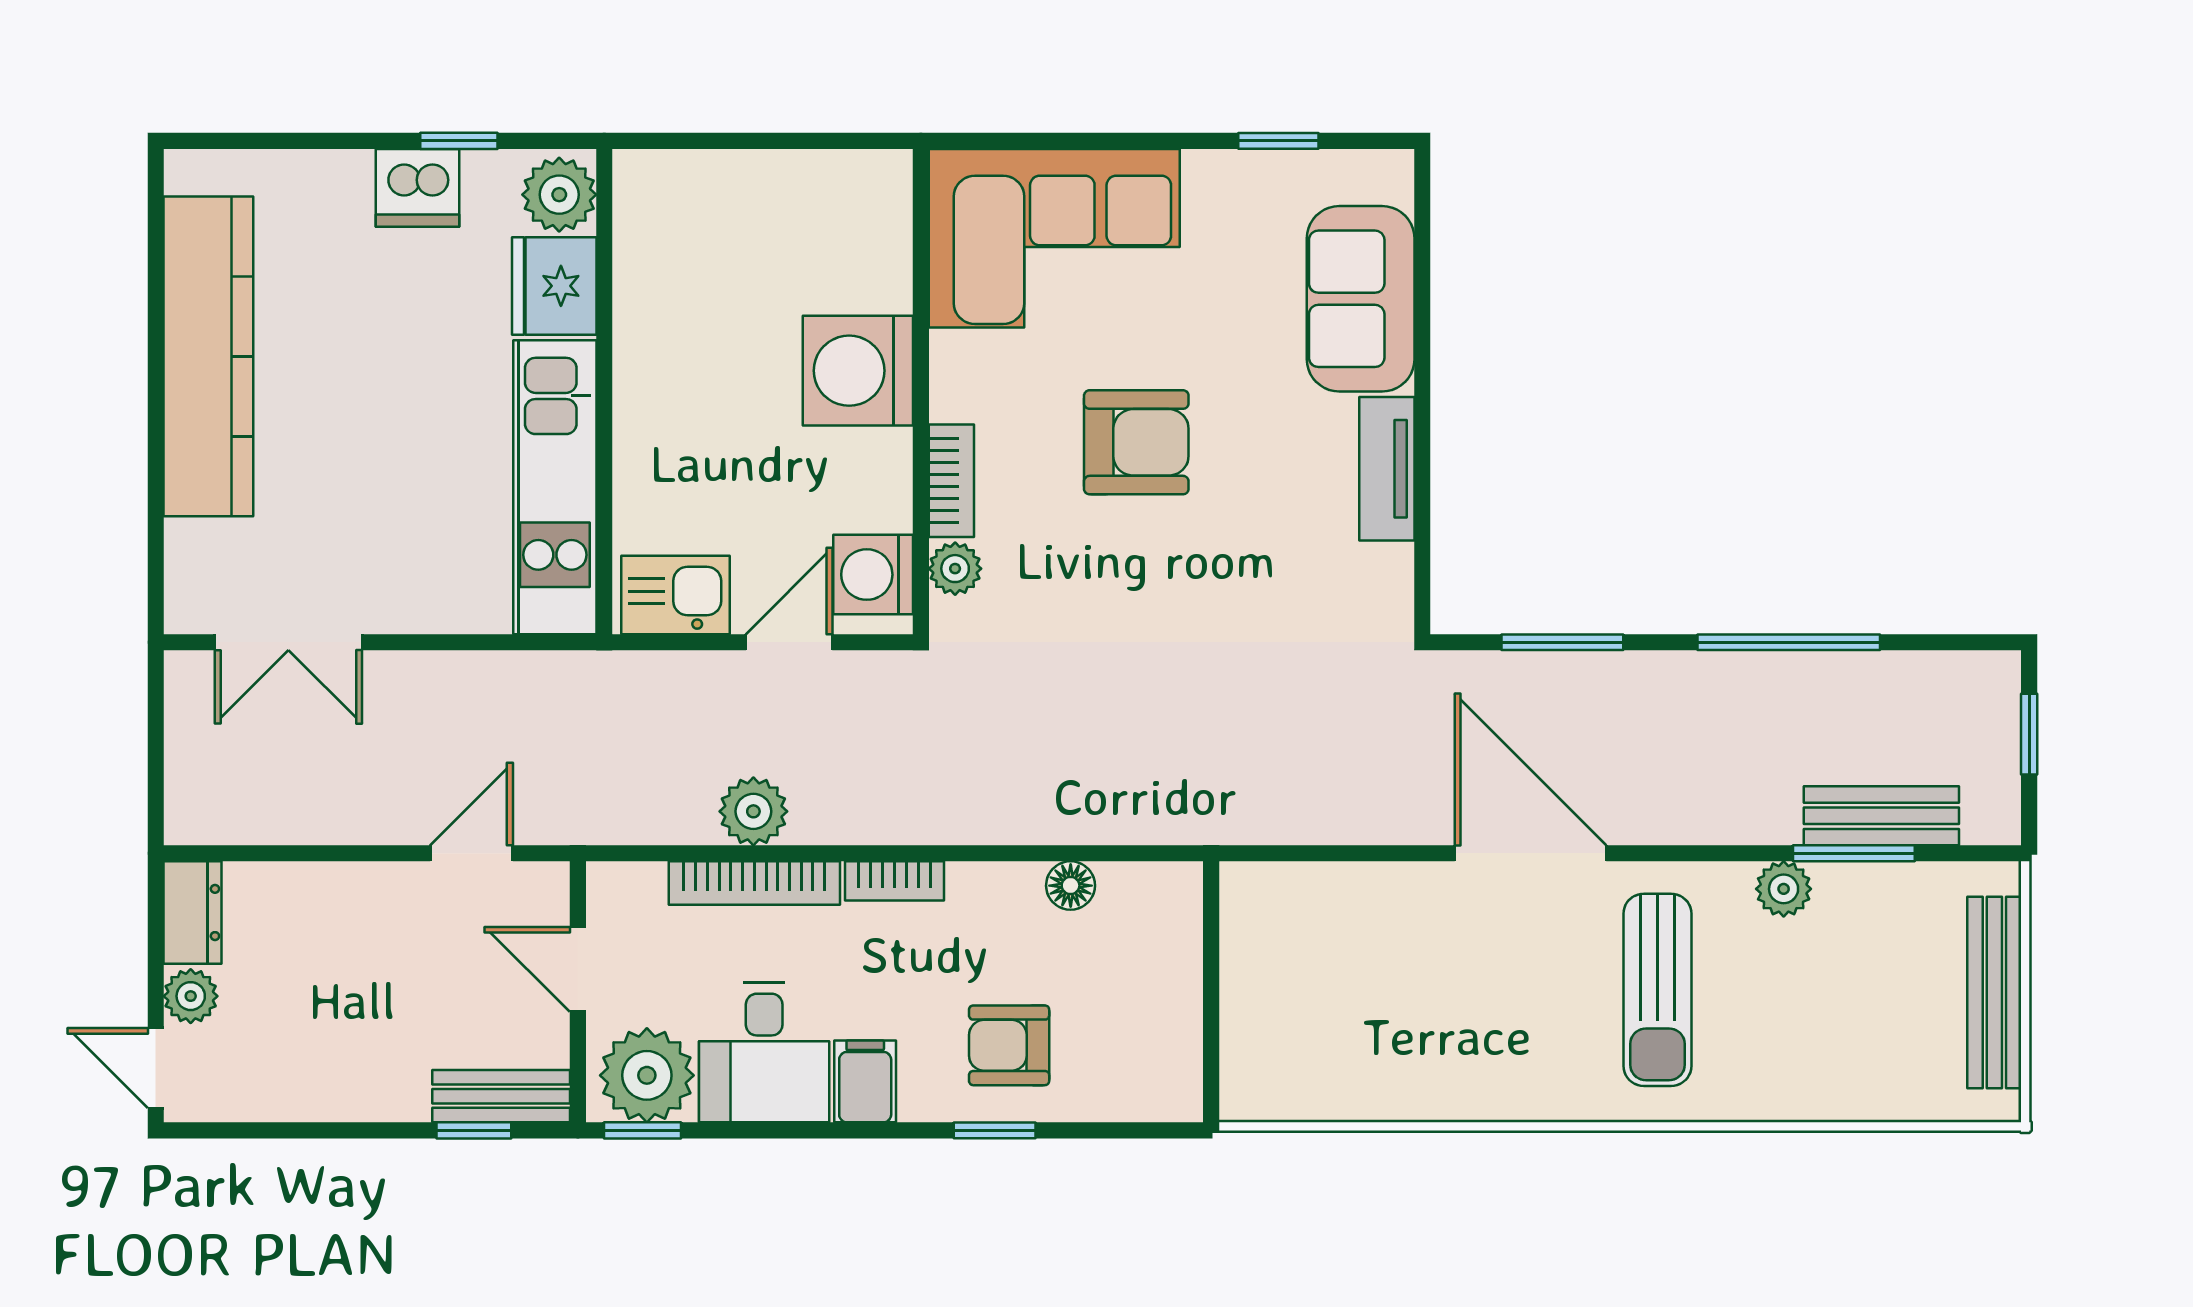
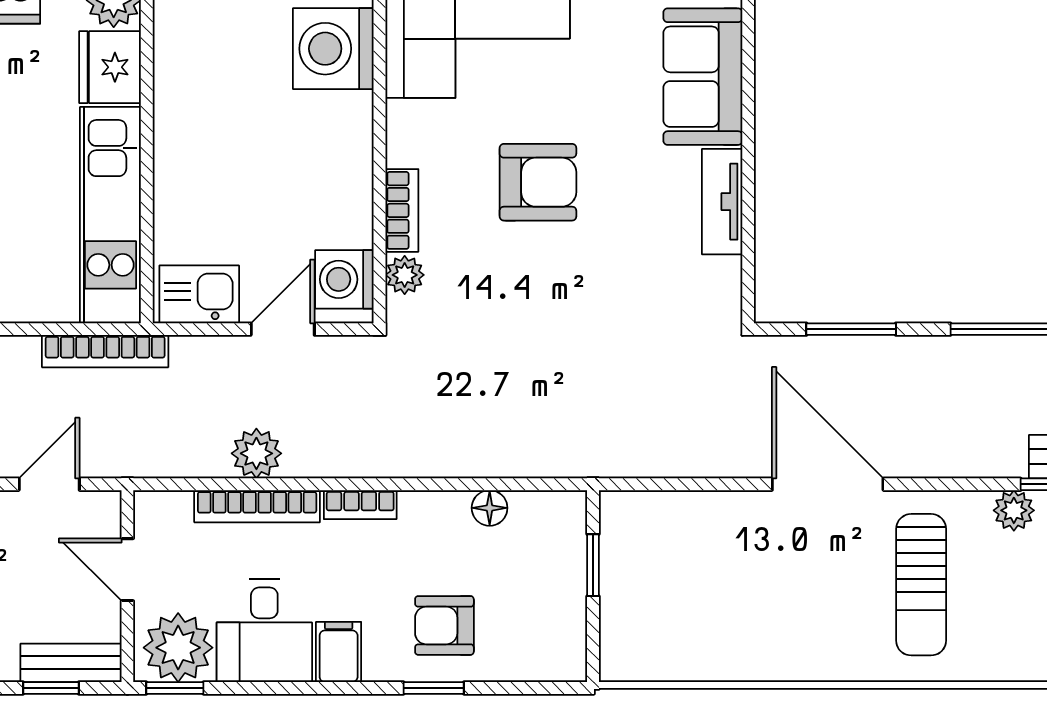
washing machine: (858, 371) -> (333, 49), moved
bookcase: (548, 672) -> (105, 351), added
window: (1211, 963) -> (593, 565), added

